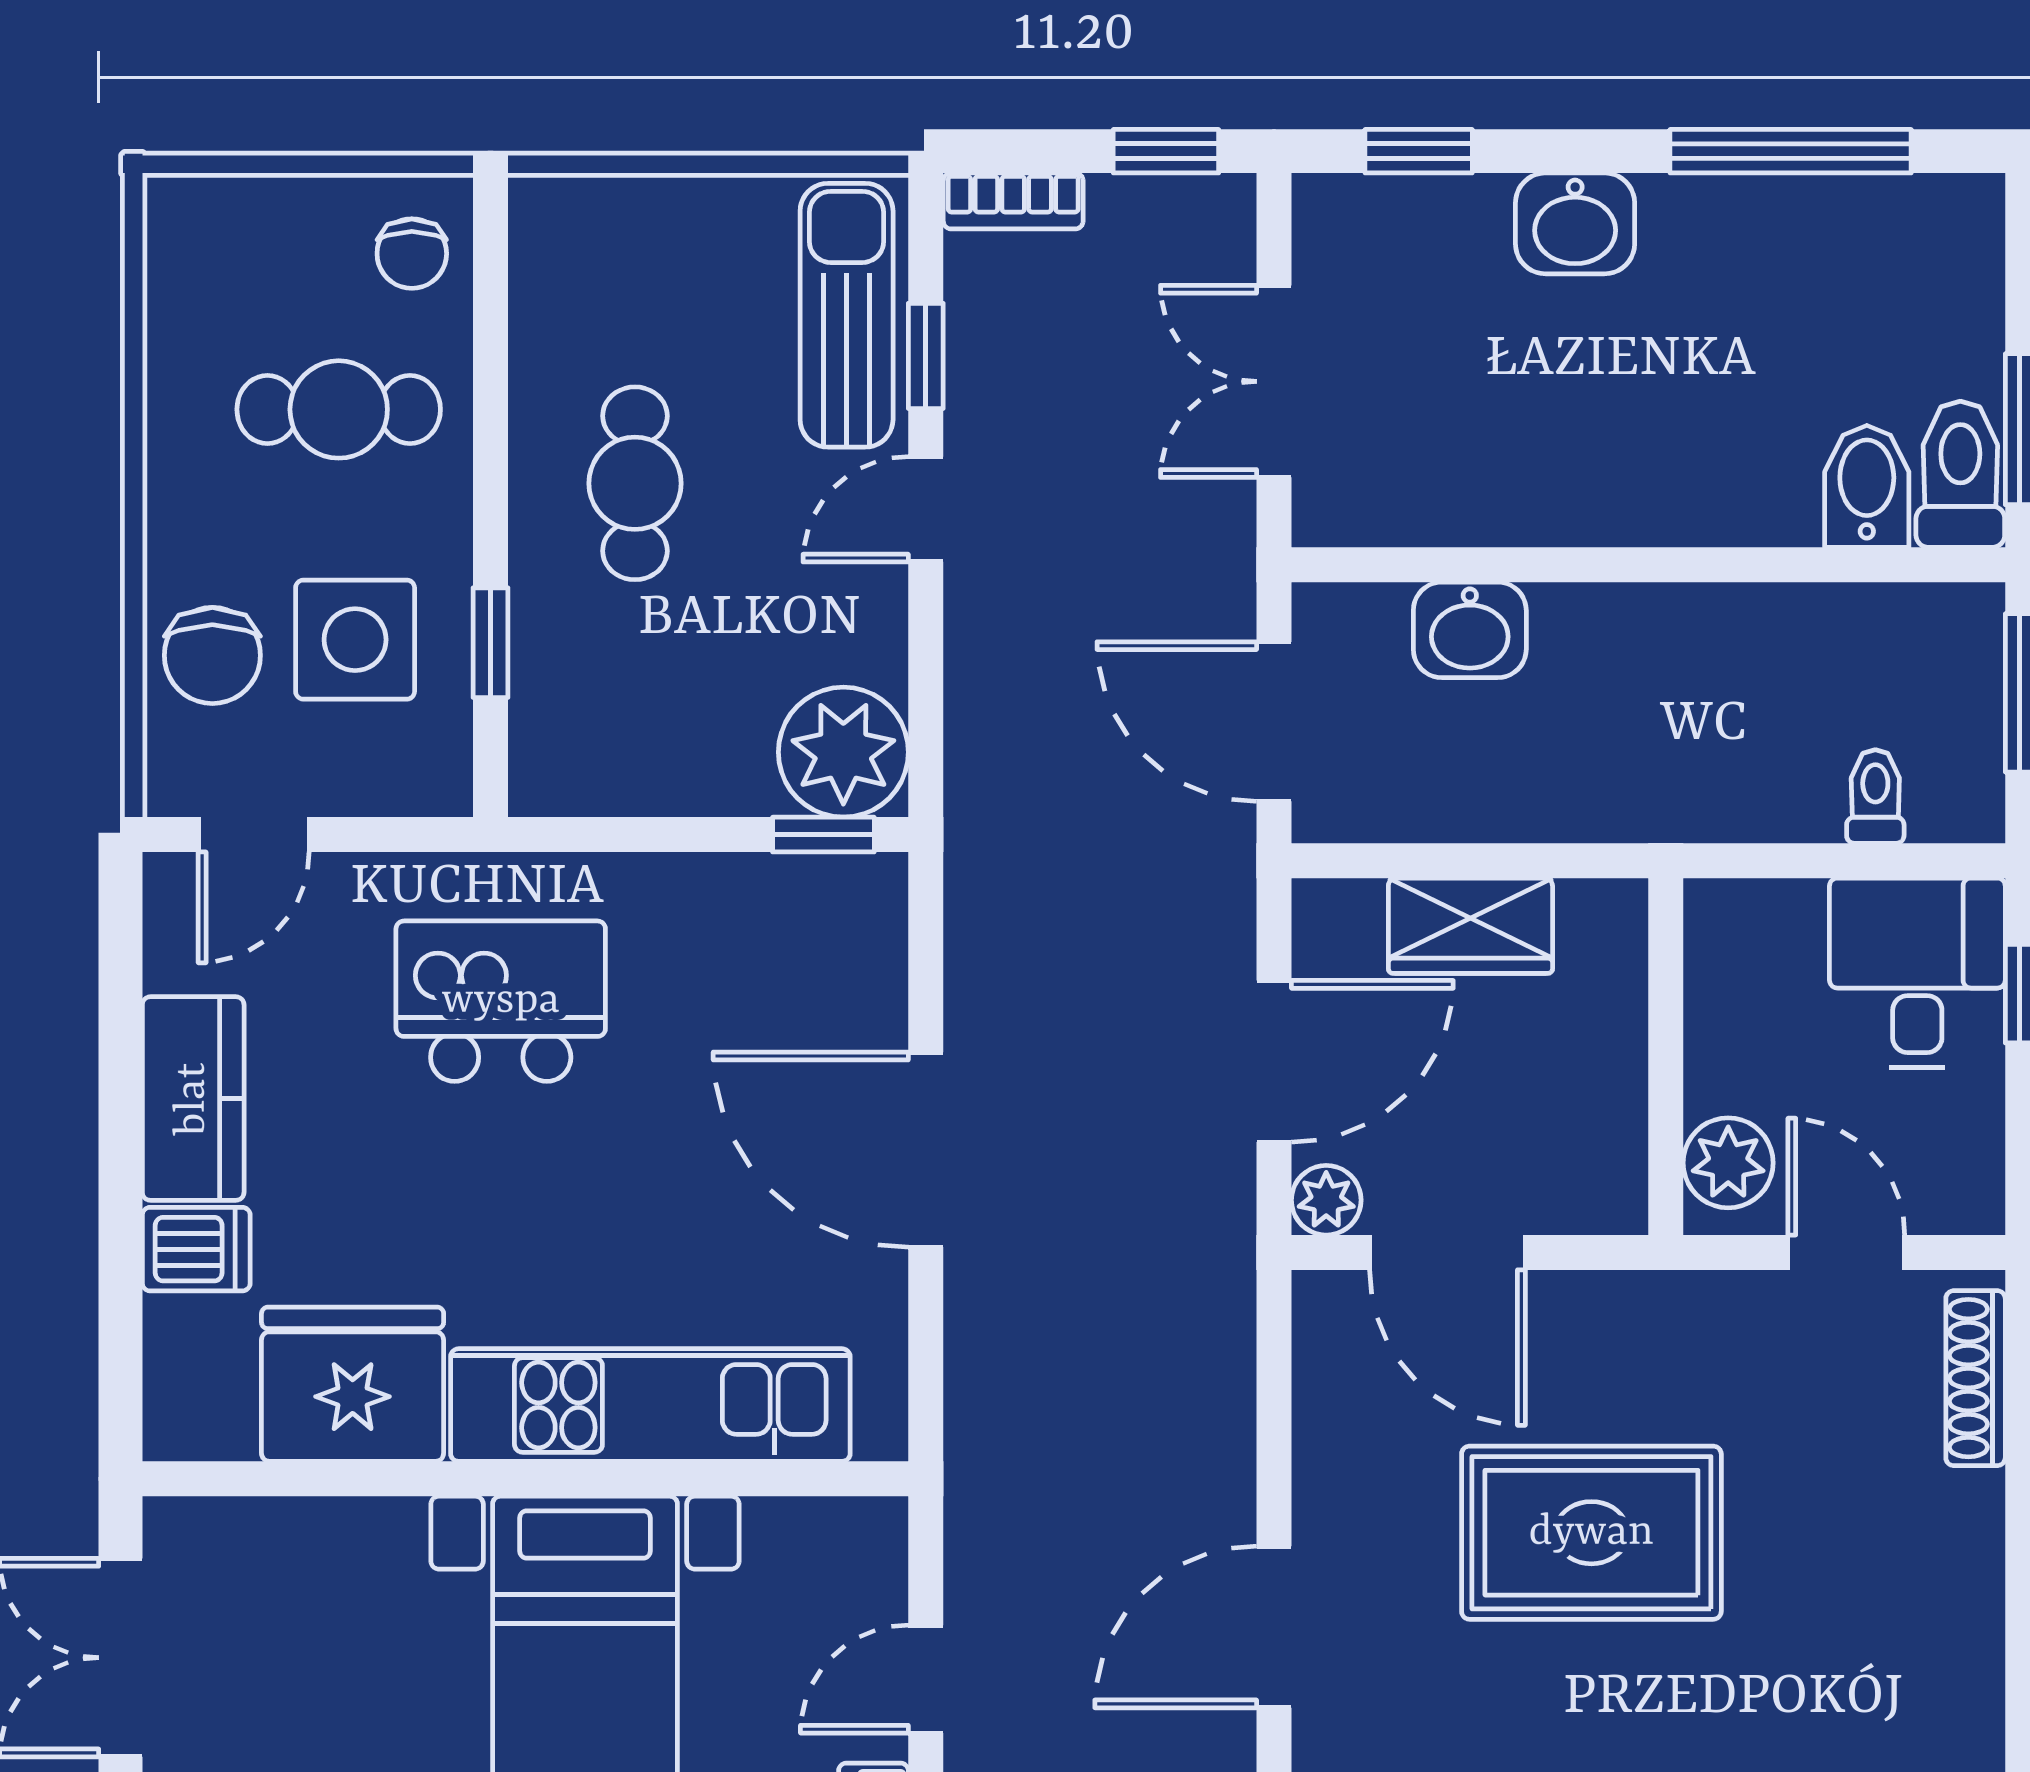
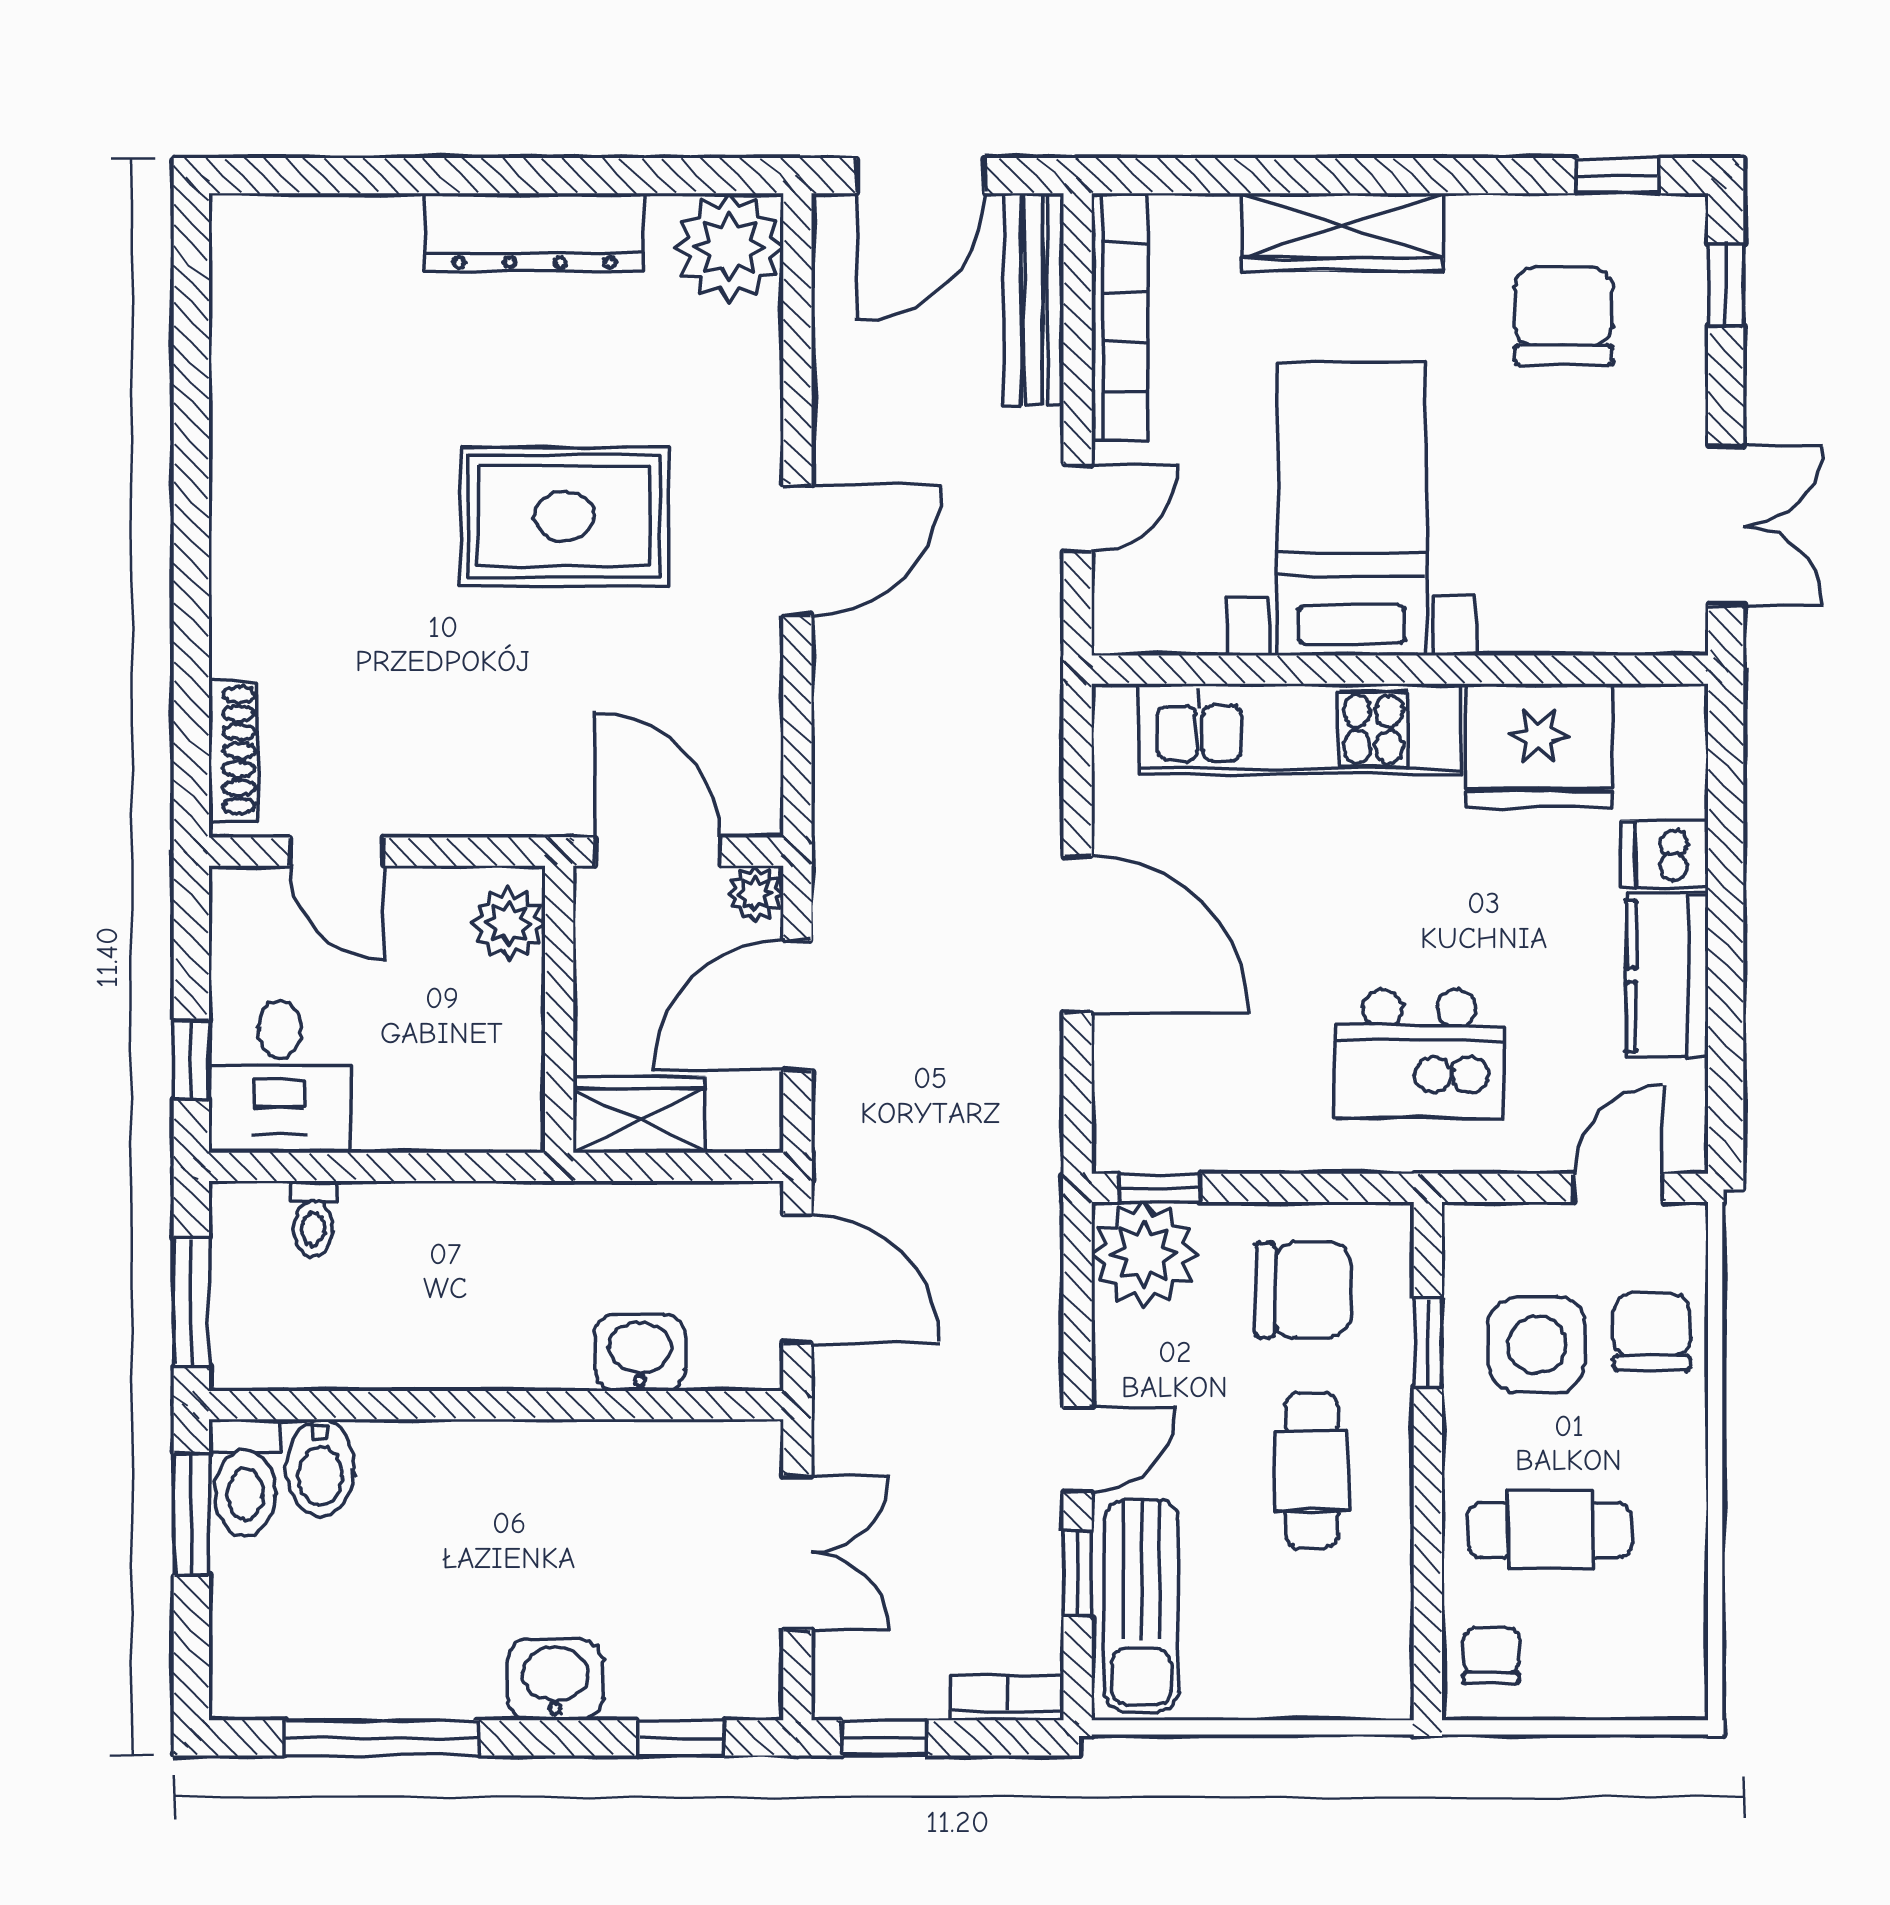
chair: (645, 708) -> (1303, 1290), added
wall: (1666, 1057) -> (559, 1009), moved
plant: (1728, 1163) -> (509, 924), moved
rug: (1591, 1533) -> (564, 516), moved

